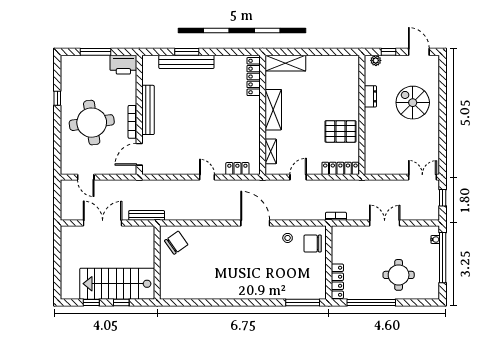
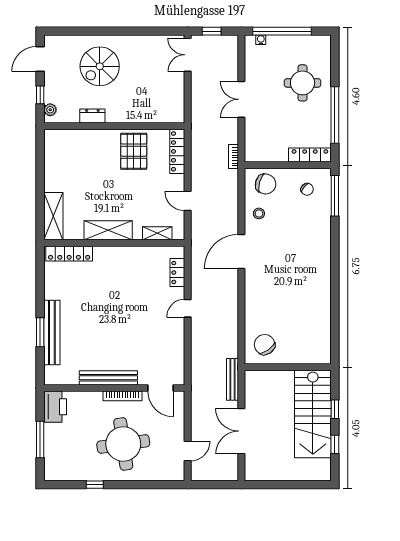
chair: (313, 244) -> (266, 184), turned -75
chair: (308, 279) -> (307, 189), added

